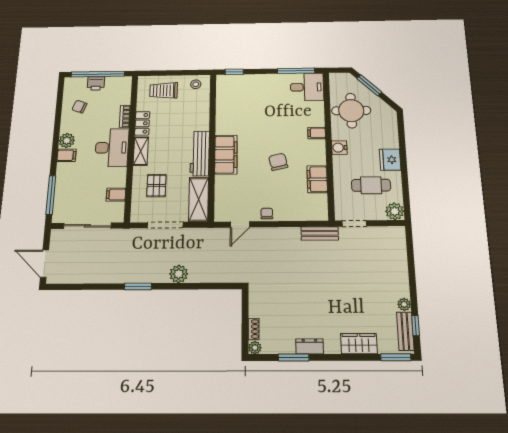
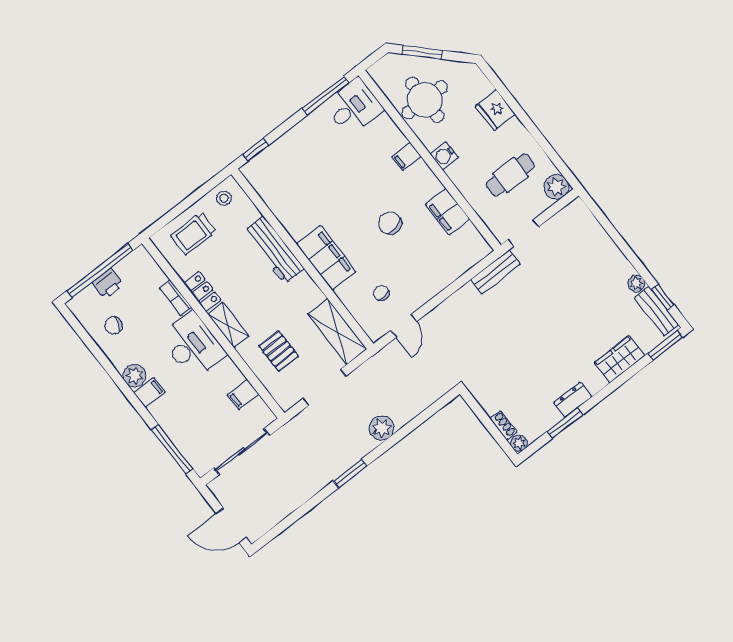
workbench: (200, 153) -> (274, 250), moved
fridge: (390, 160) -> (495, 110), moved
chair: (267, 214) -> (381, 293), moved

